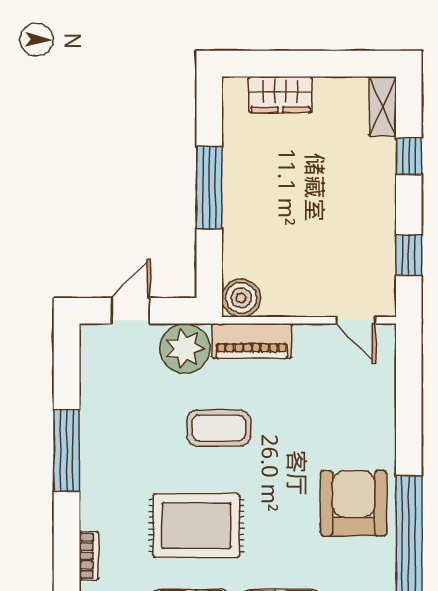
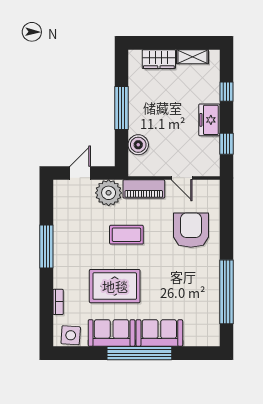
shelving: (383, 106) -> (193, 57), moved, turned 90
freezer: (376, 210) -> (209, 120), added
boiler: (241, 298) -> (138, 145), moved
door: (355, 320) -> (182, 178), moved
armchair: (354, 503) -> (191, 230), moved

